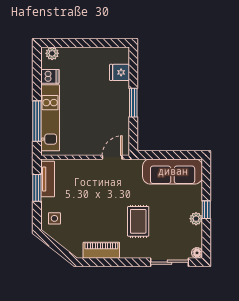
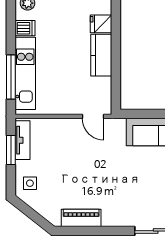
kitchen counter: (120, 101) -> (101, 55), added
window: (133, 103) -> (116, 57), removed
door: (112, 157) -> (93, 116), swing flipped
rug: (138, 221) -> (121, 186), removed

